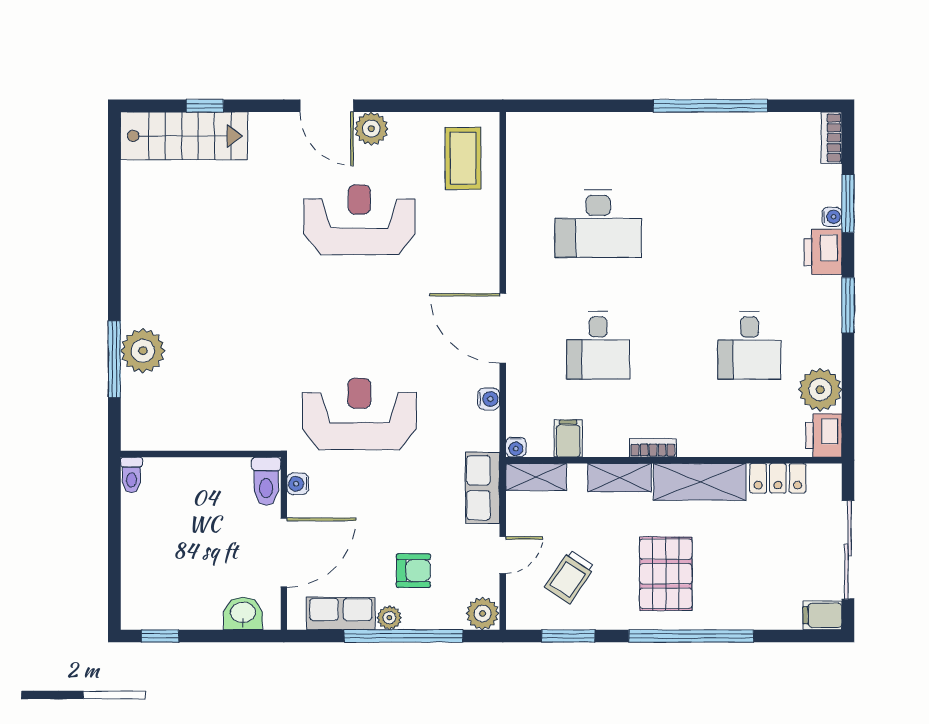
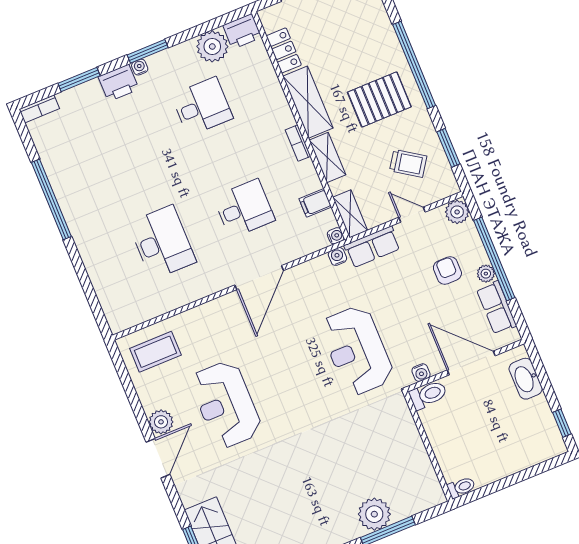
water cooler: (832, 217) -> (140, 67), moved
water cooler: (489, 399) -> (337, 256), moved
washbasin: (243, 613) -> (526, 379), width x1.38

